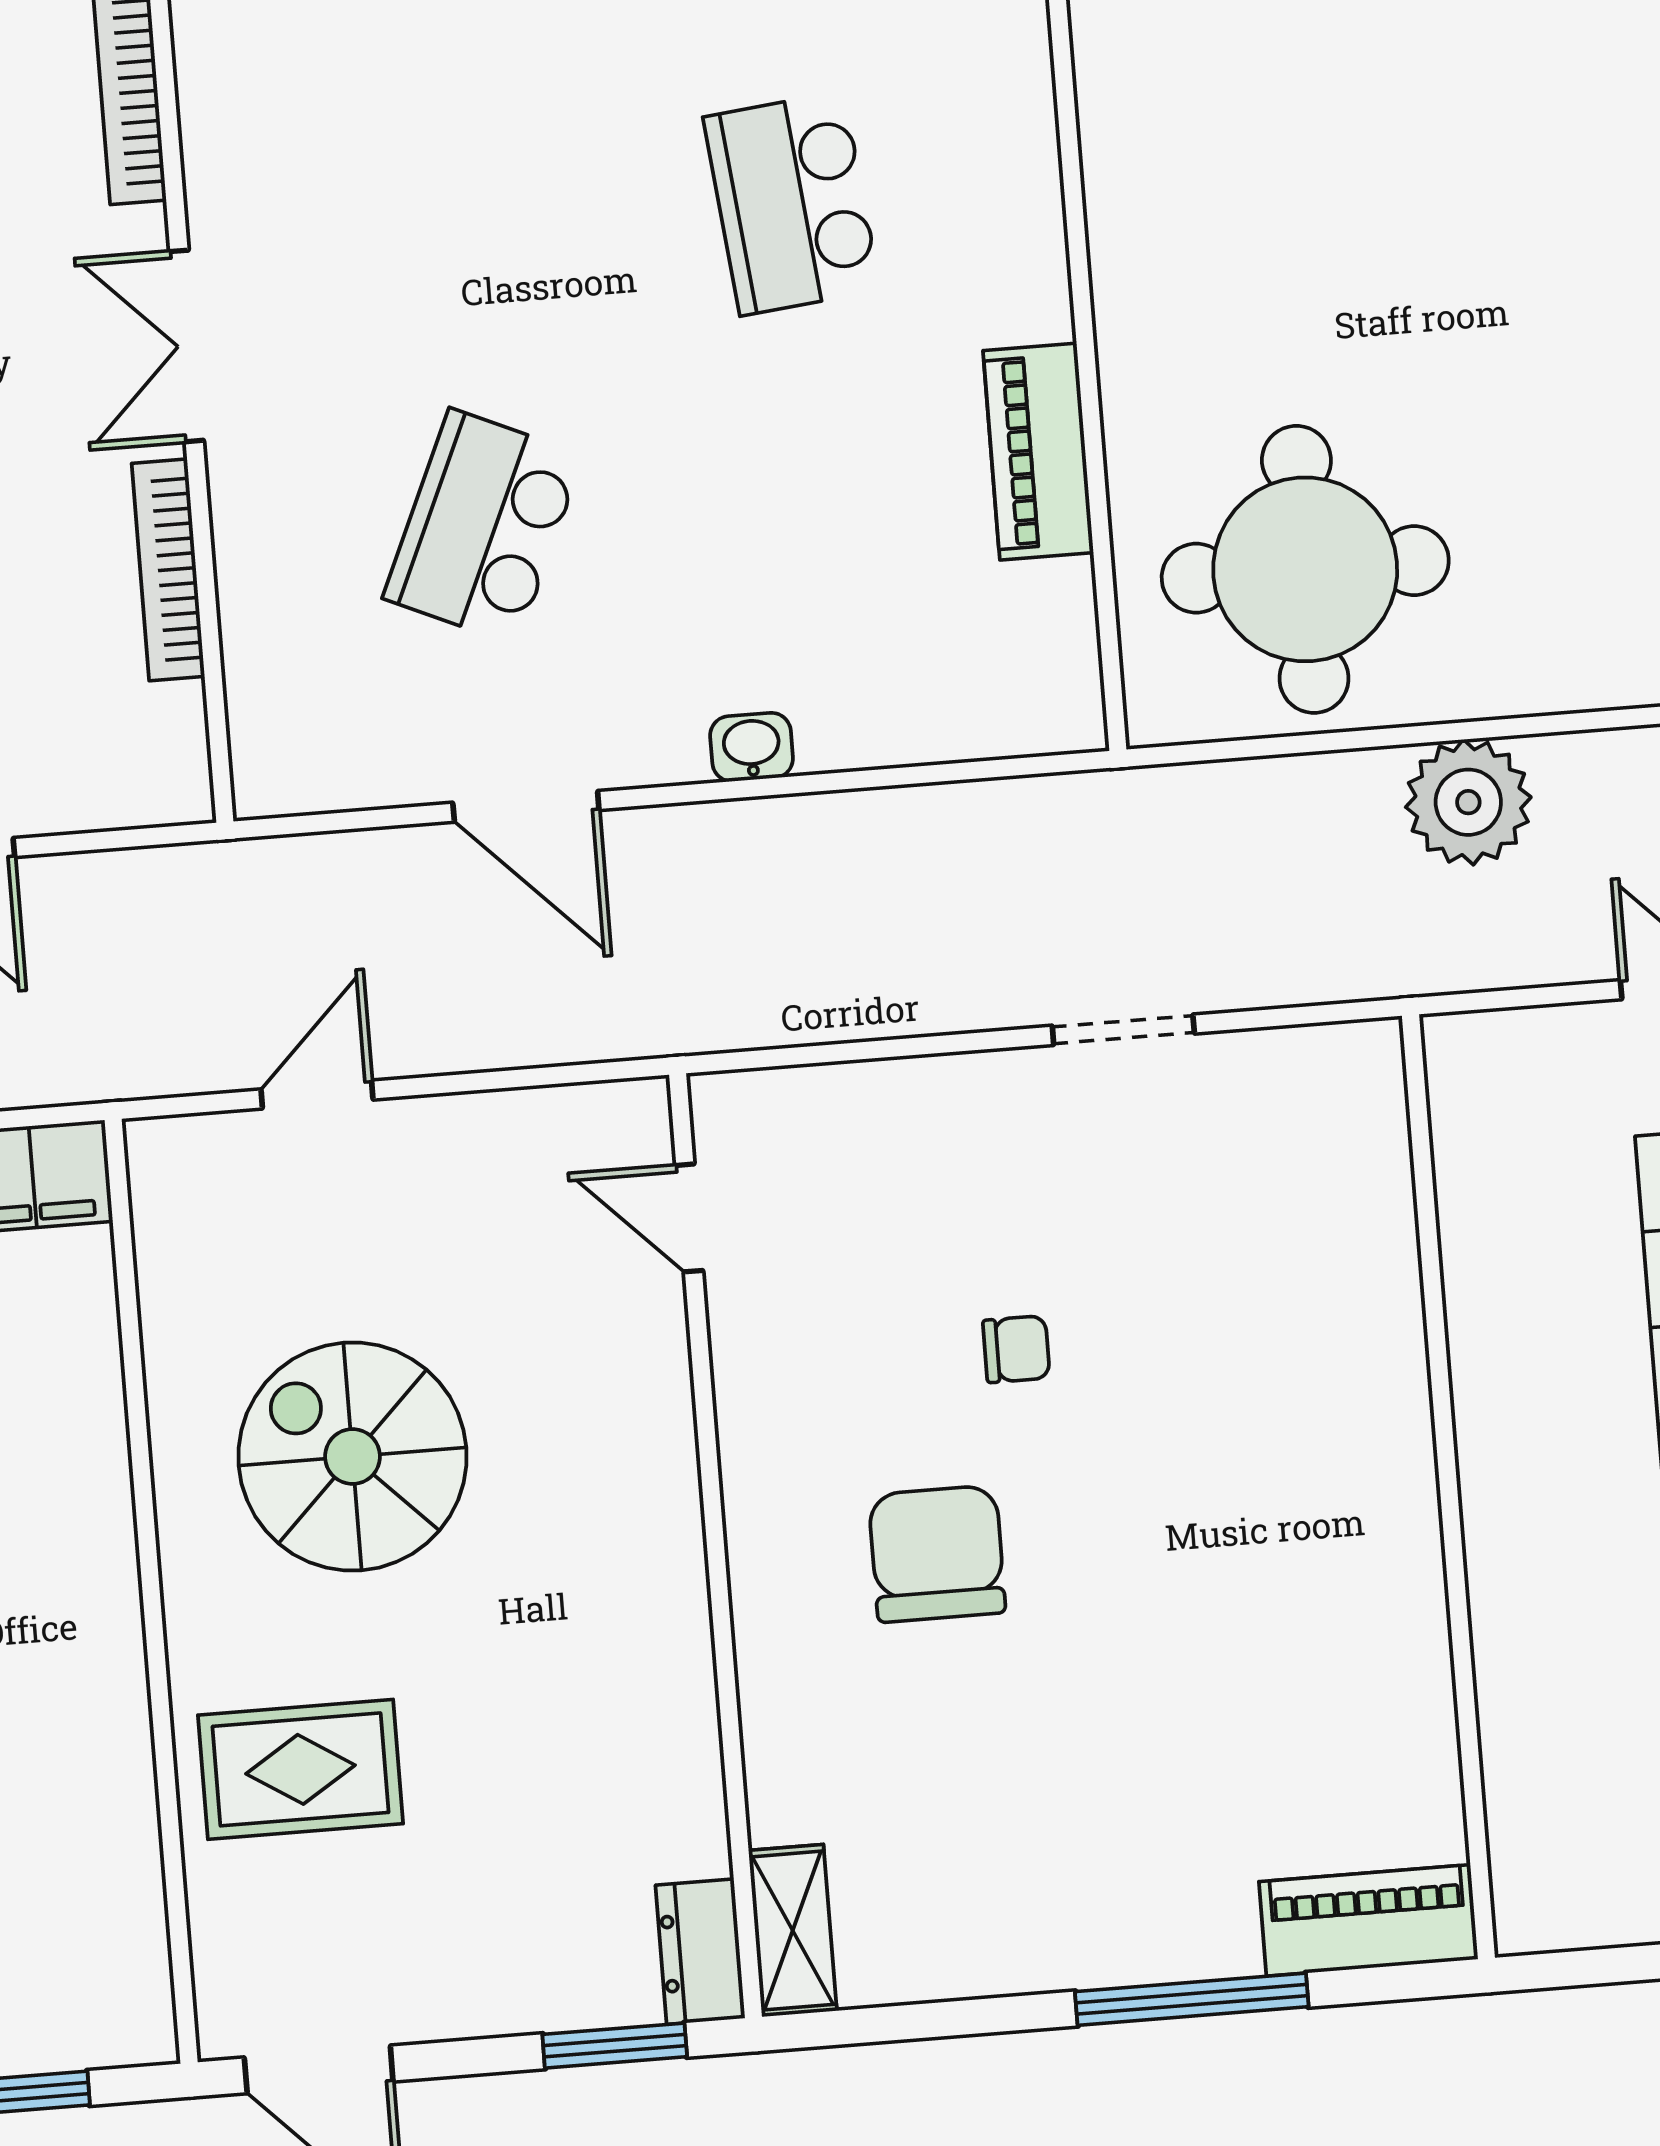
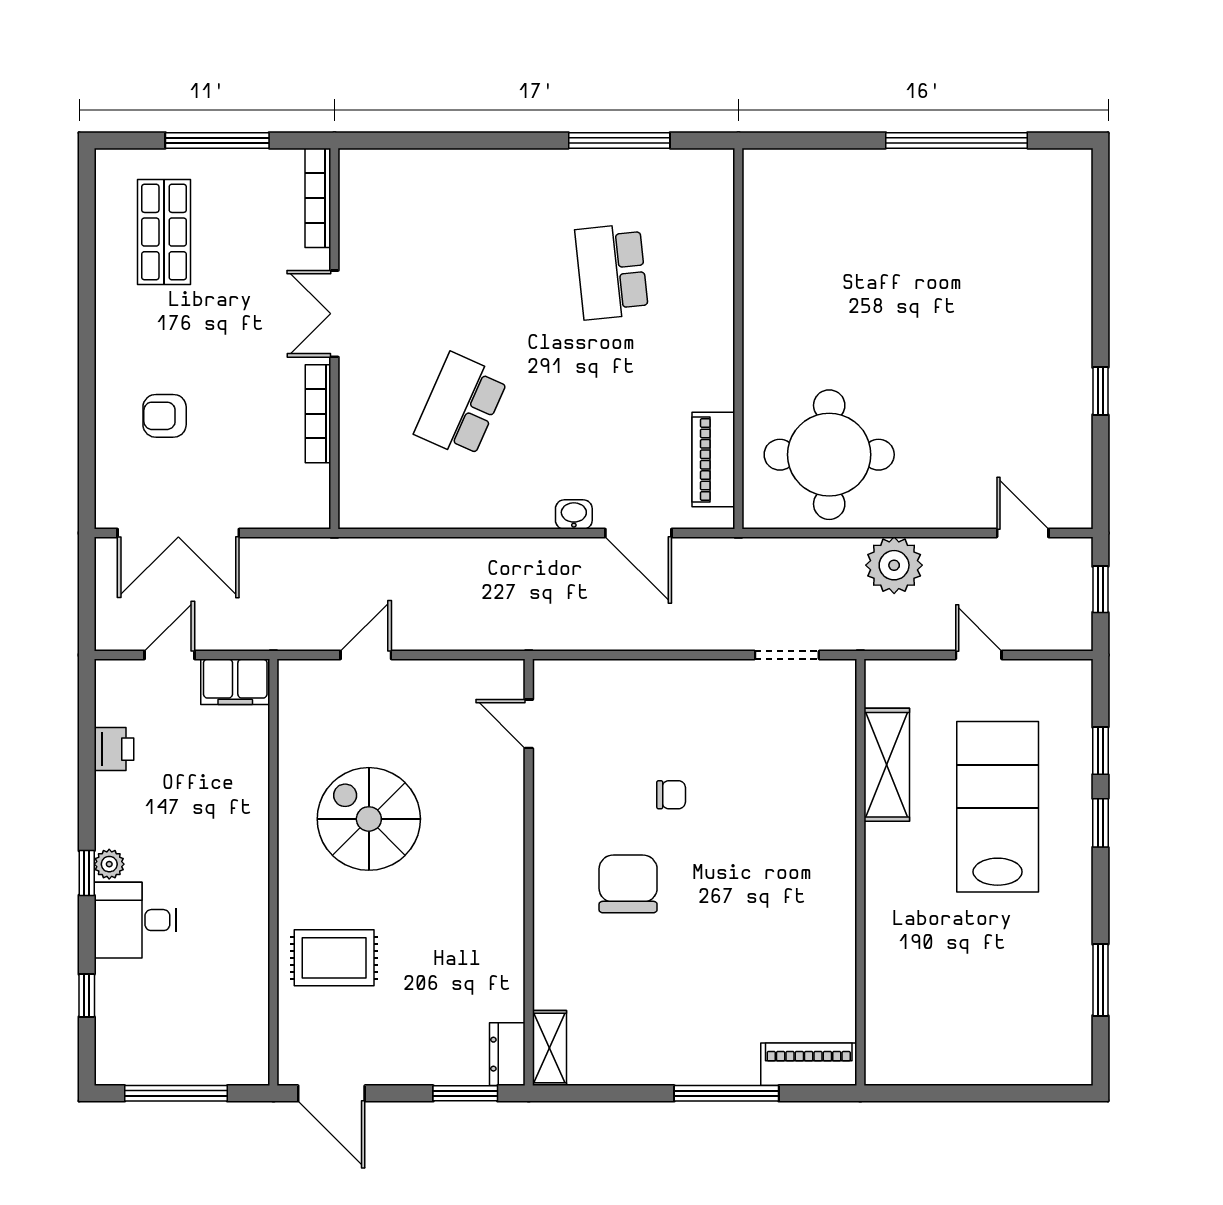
piano: (1038, 452) -> (713, 459), moved
door: (526, 806) -> (638, 533), moved
doorway: (1123, 1030) -> (787, 655), moved
shelving: (1488, 1245) -> (887, 765), added

